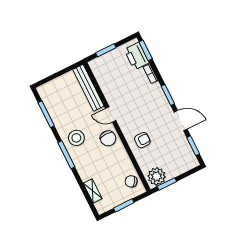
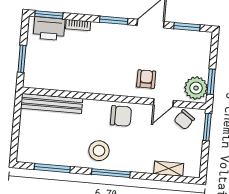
door: (111, 114) -> (163, 103), moved
window: (124, 205) -> (207, 127), moved

